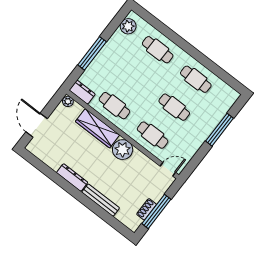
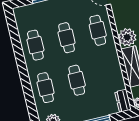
cafe table: (114, 106) -> (77, 80), moved

